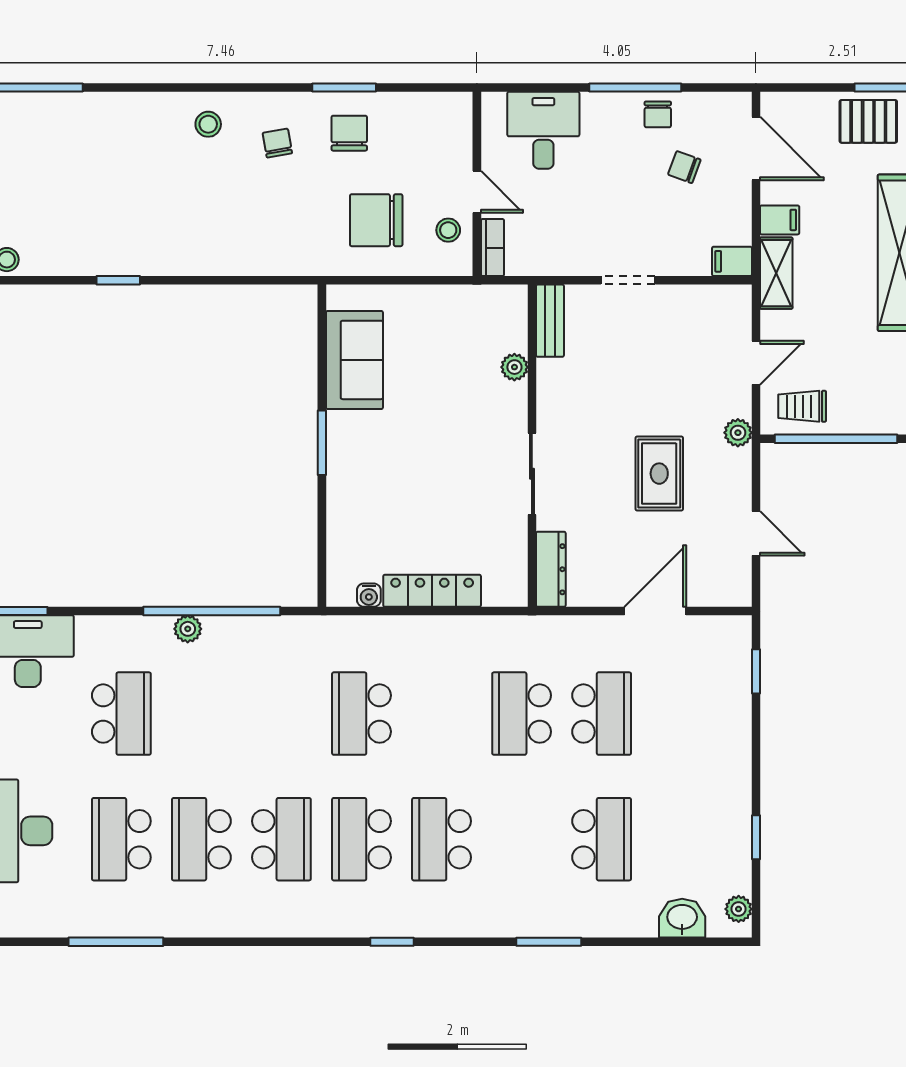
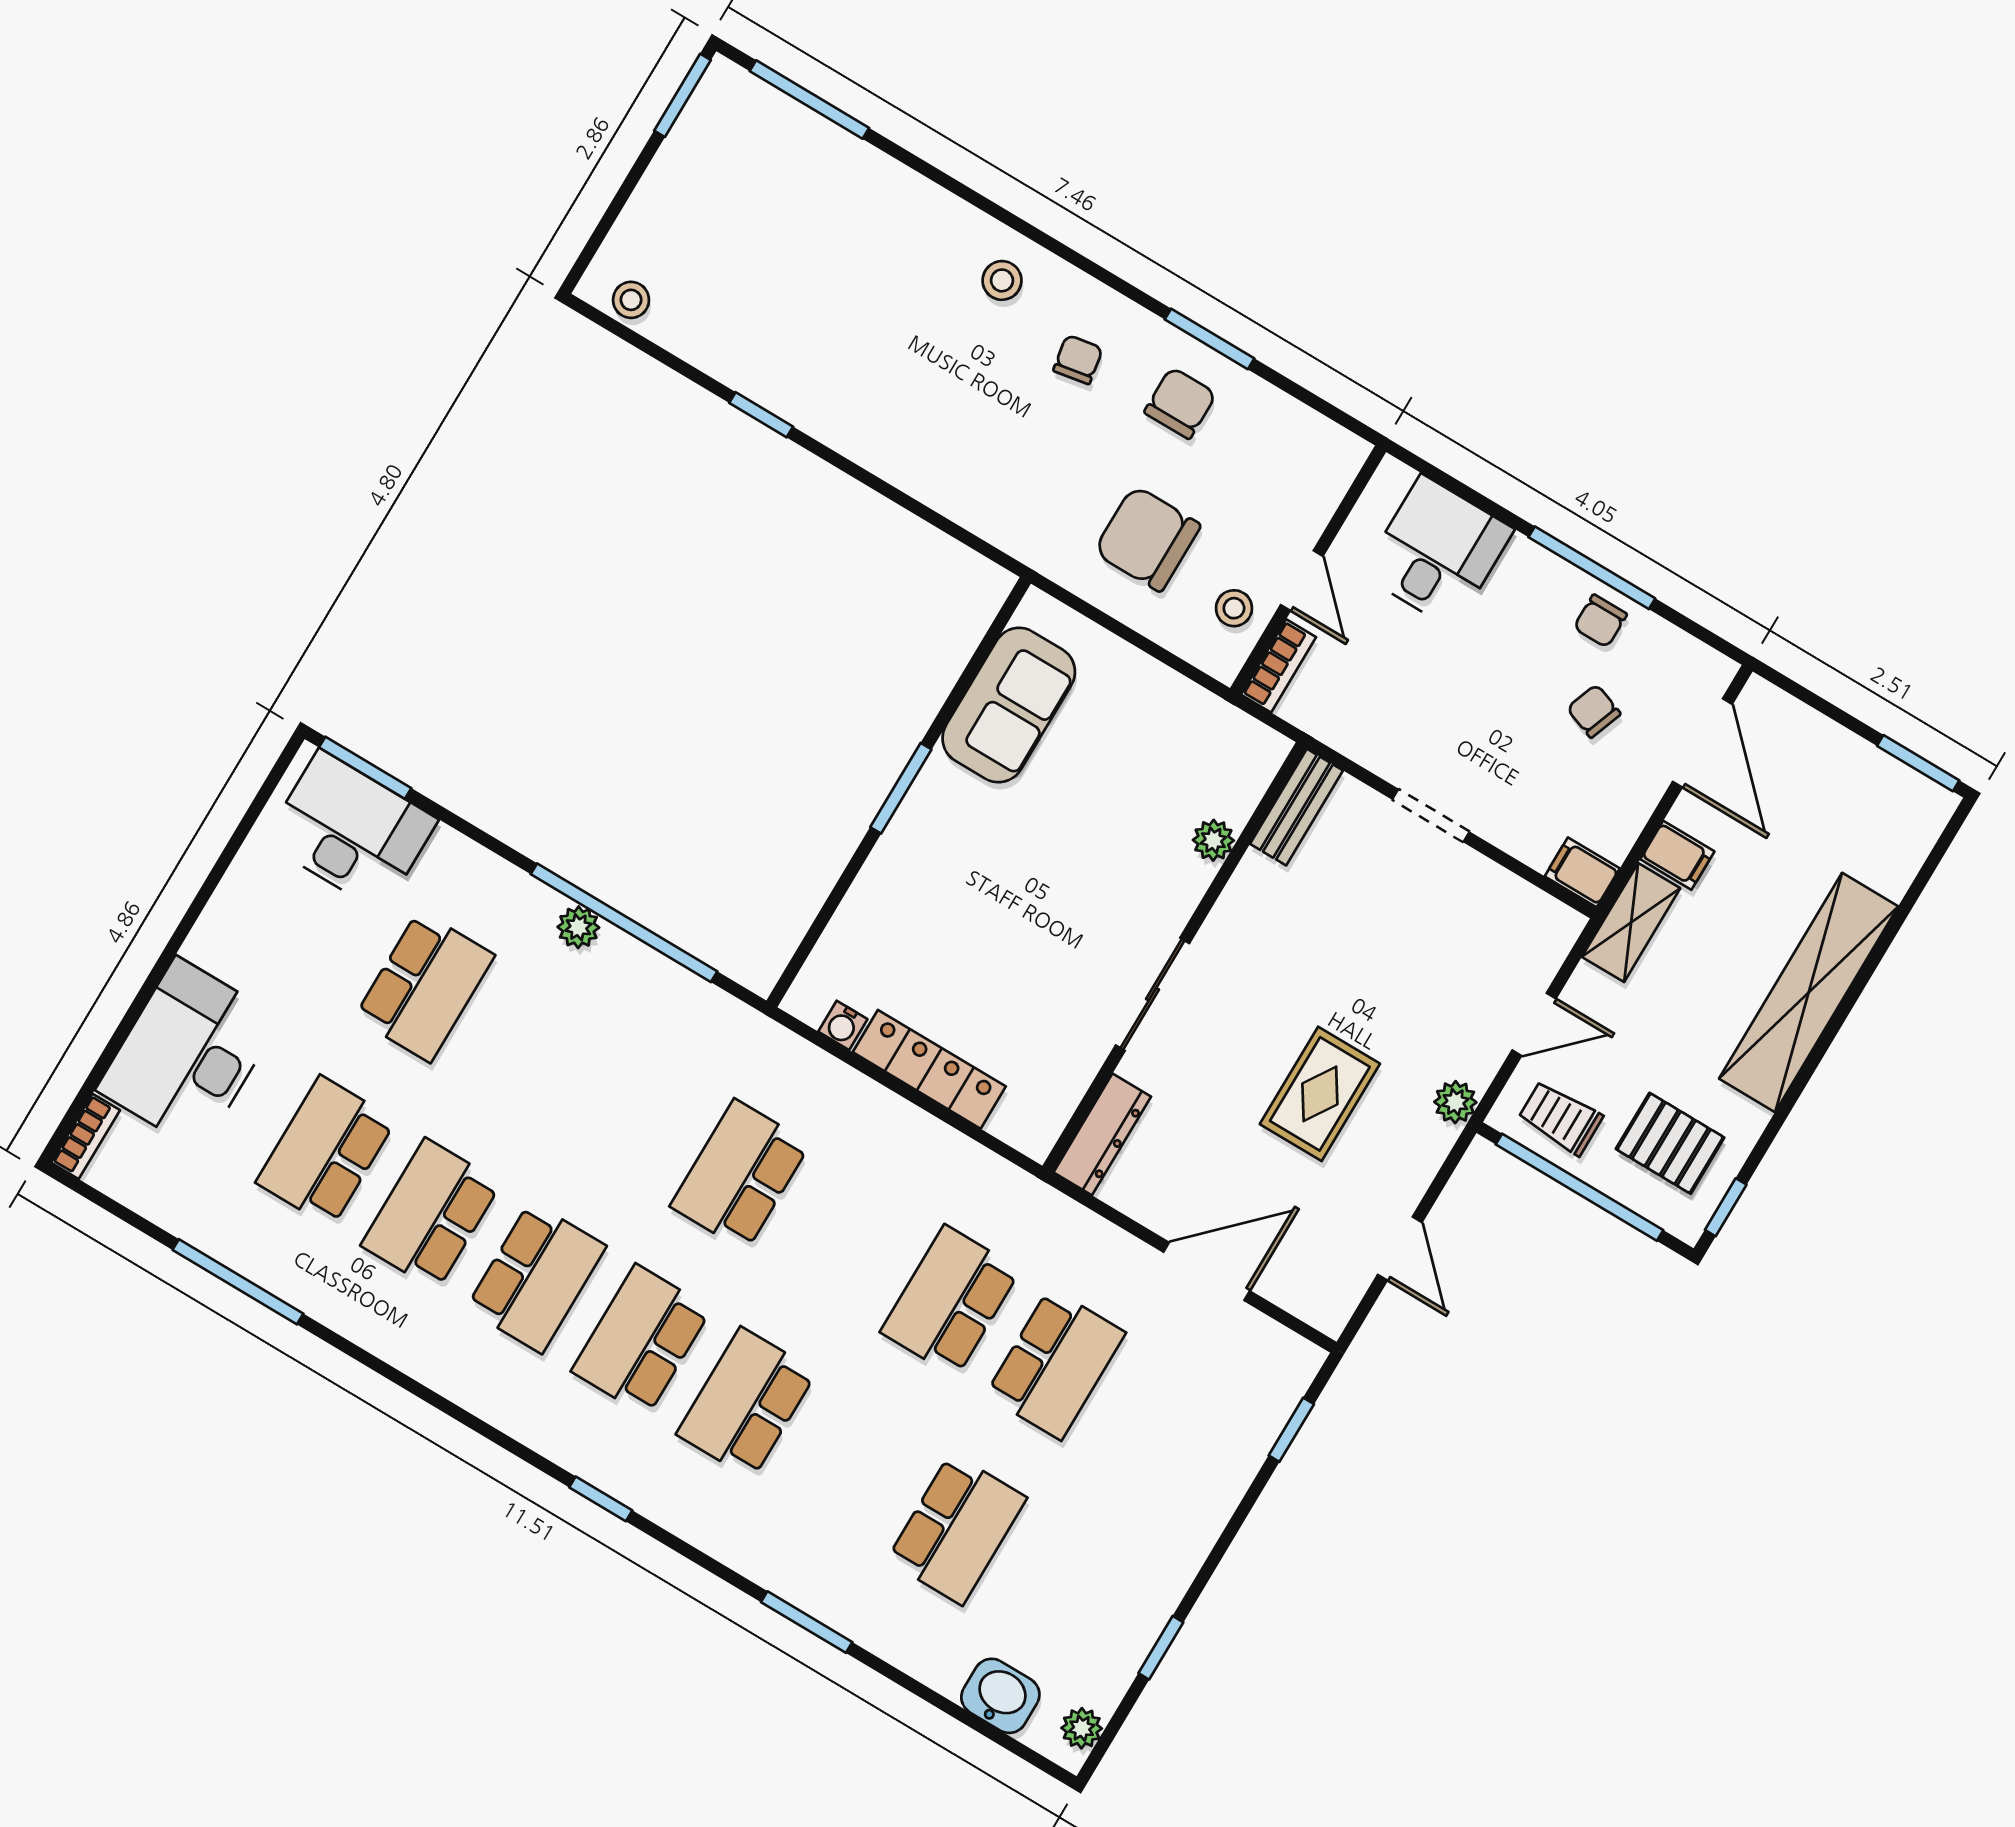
pallet: (868, 121) -> (1670, 1143), moved

